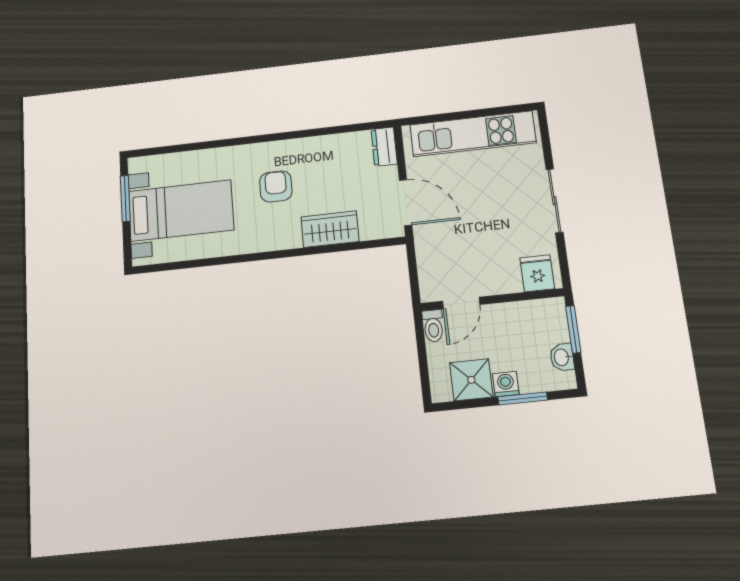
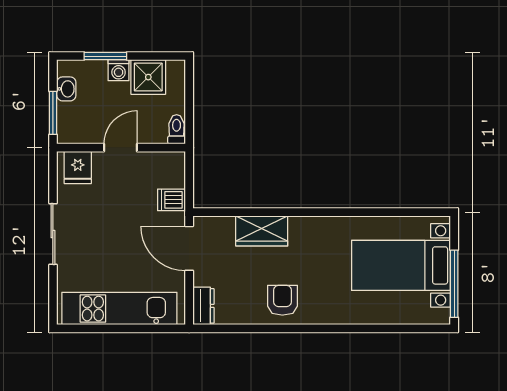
armchair: (276, 186) -> (282, 300), moved, turned 180
window: (125, 199) -> (454, 284), width x1.44
dishwasher: (430, 250) -> (172, 200), added
door: (461, 303) -> (121, 148), moved

